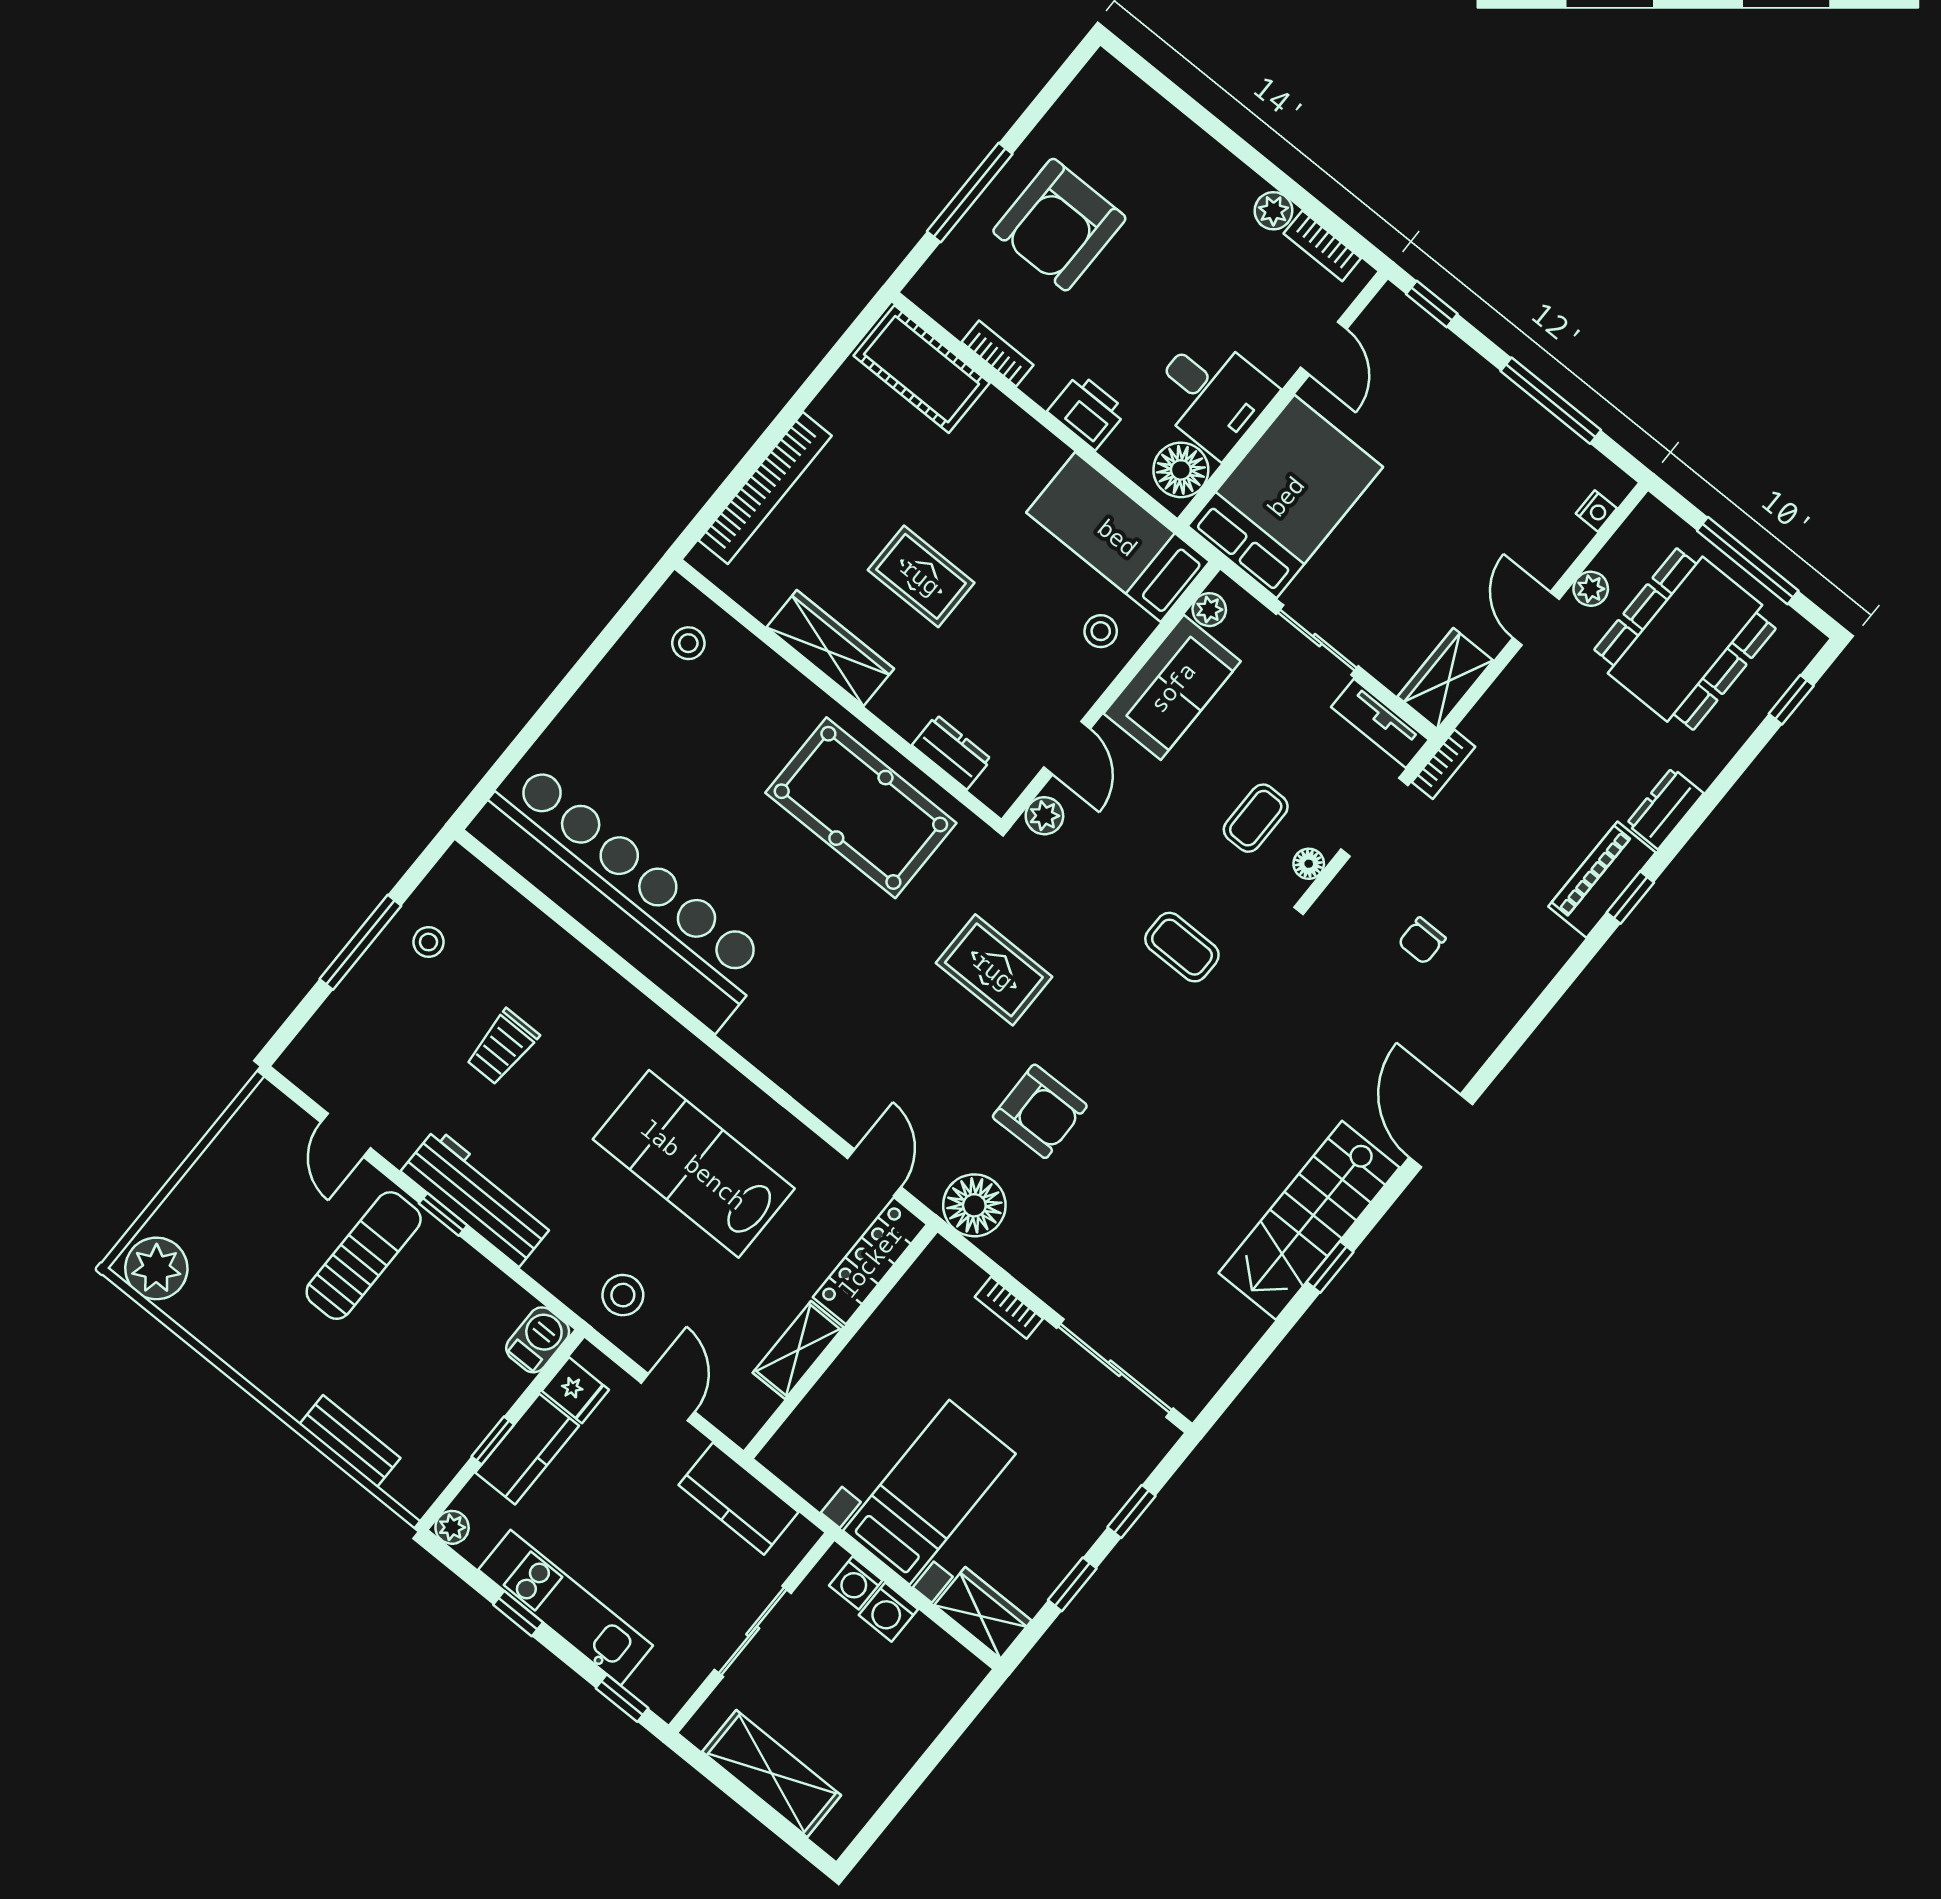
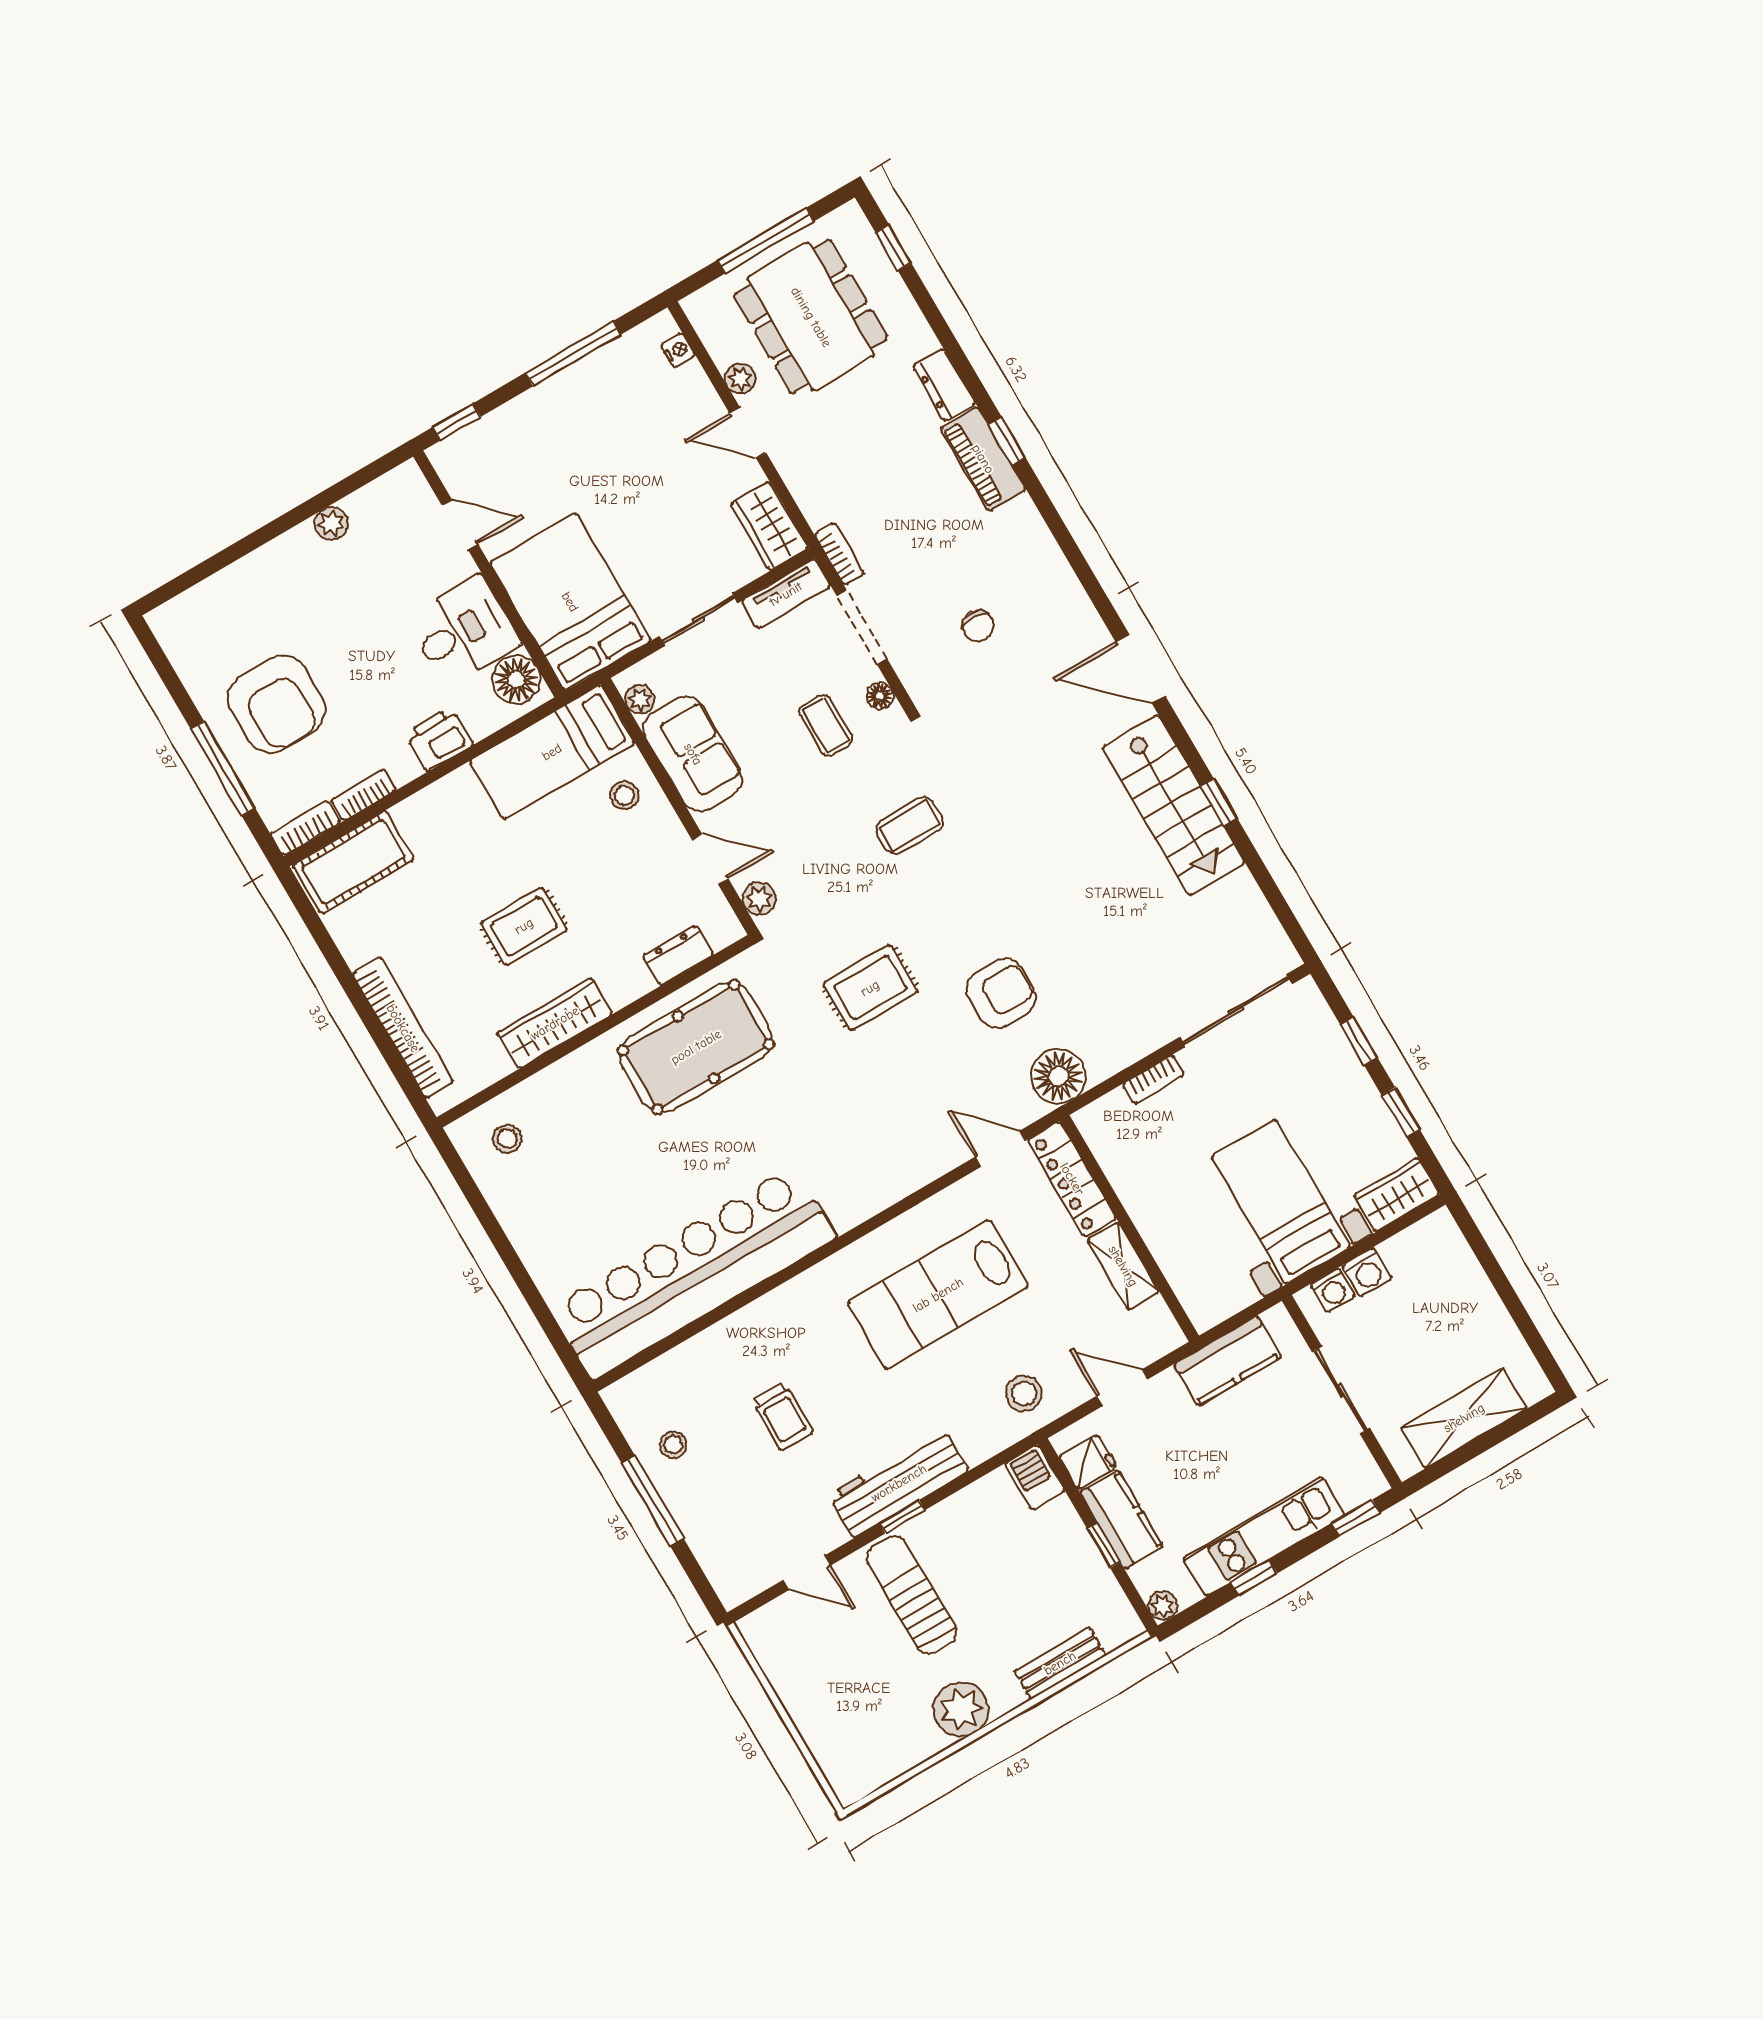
bookcase: (1322, 246) -> (305, 828), moved, turned 180
plant: (156, 1268) -> (961, 1709), moved

